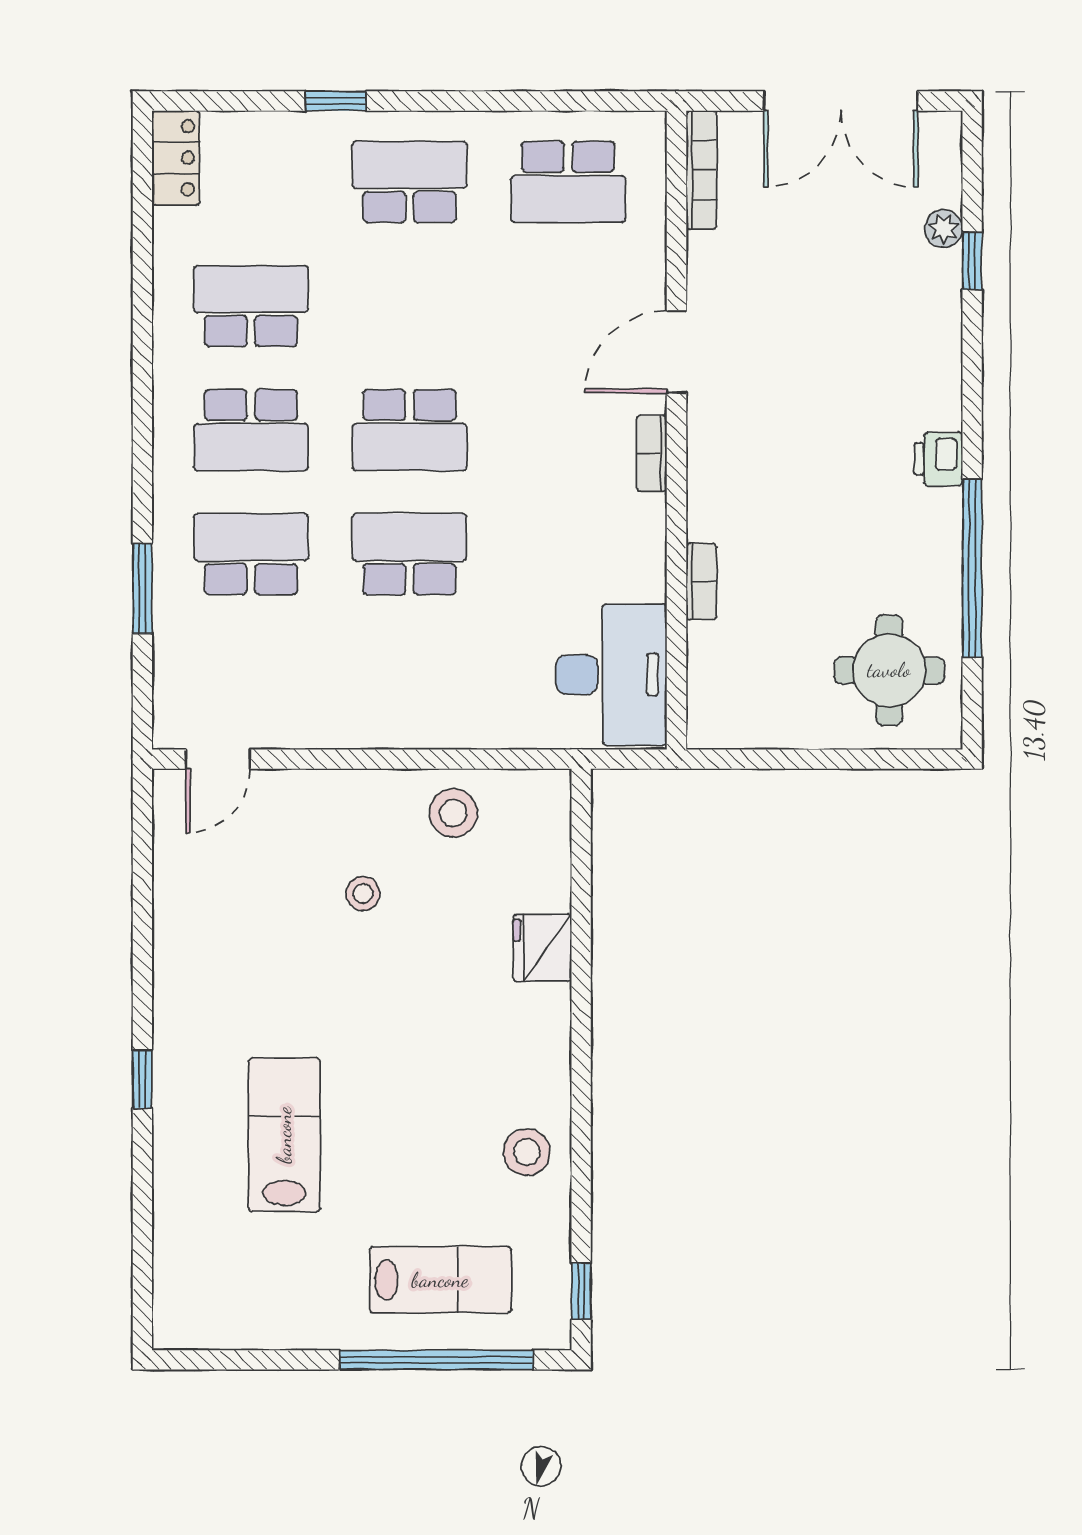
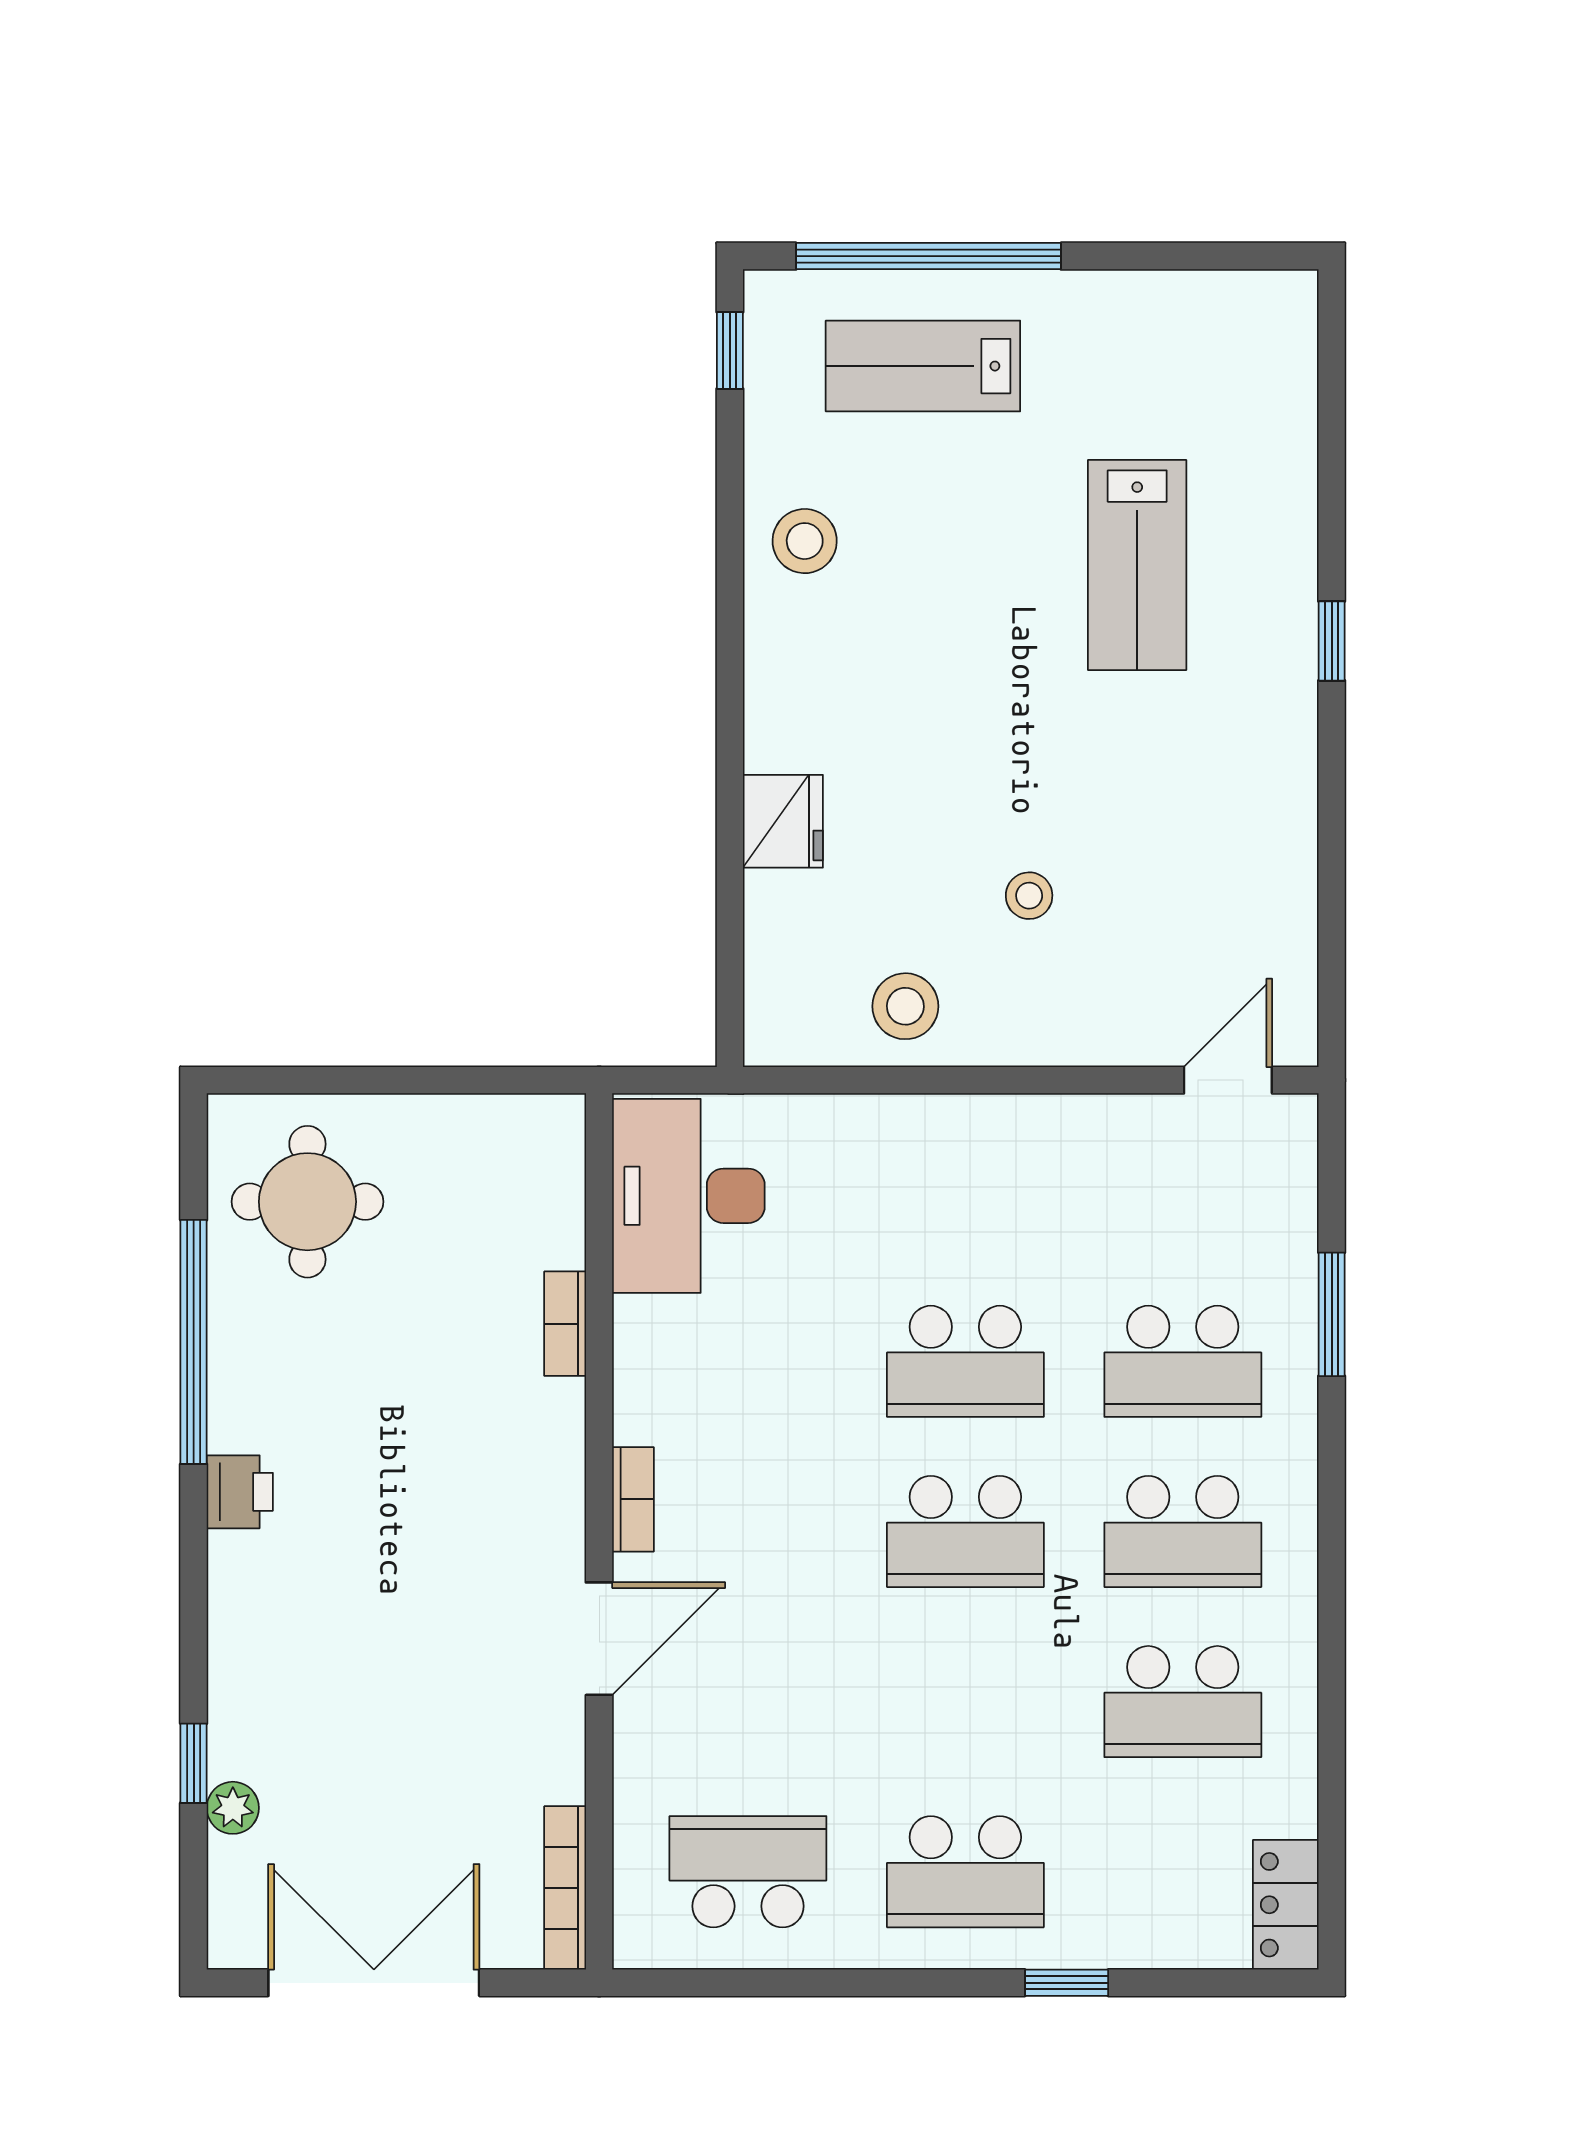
school desk: (251, 430) -> (1183, 1531), turned 180
school desk: (409, 430) -> (965, 1531), turned 180

